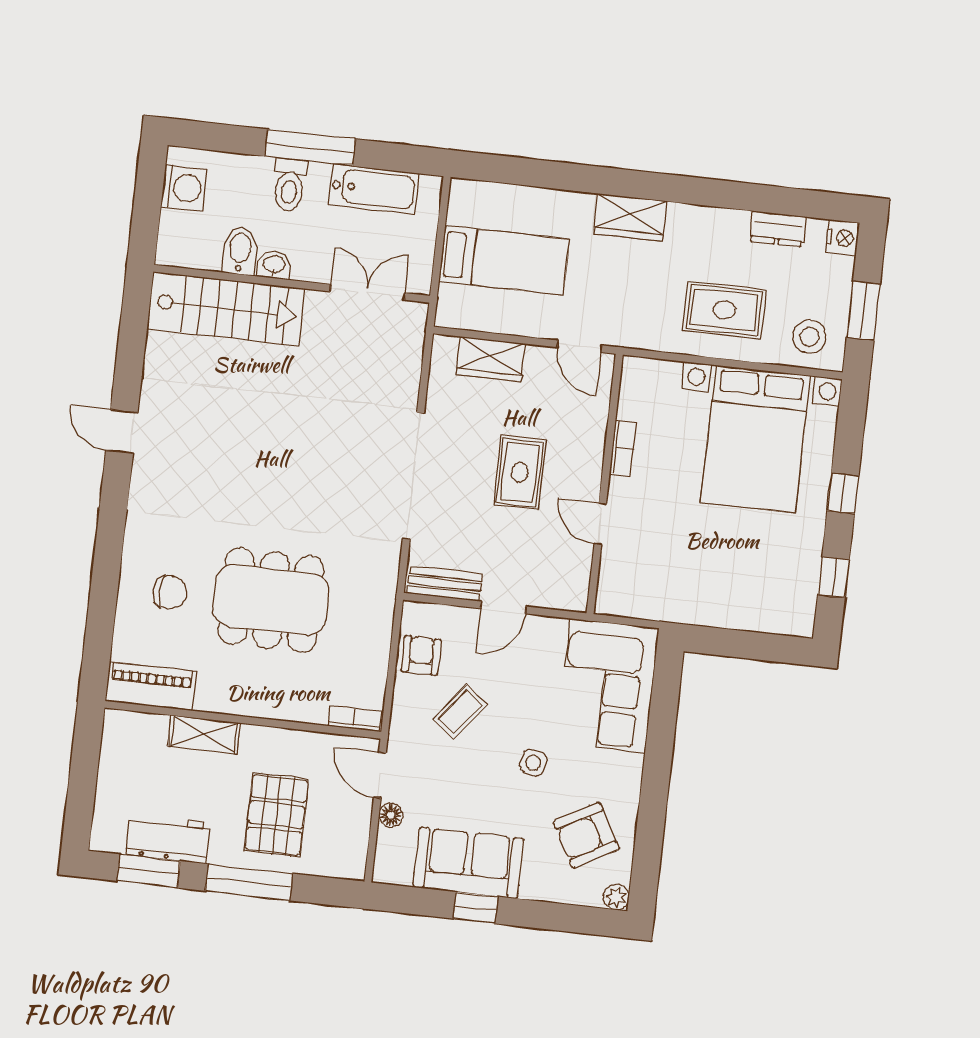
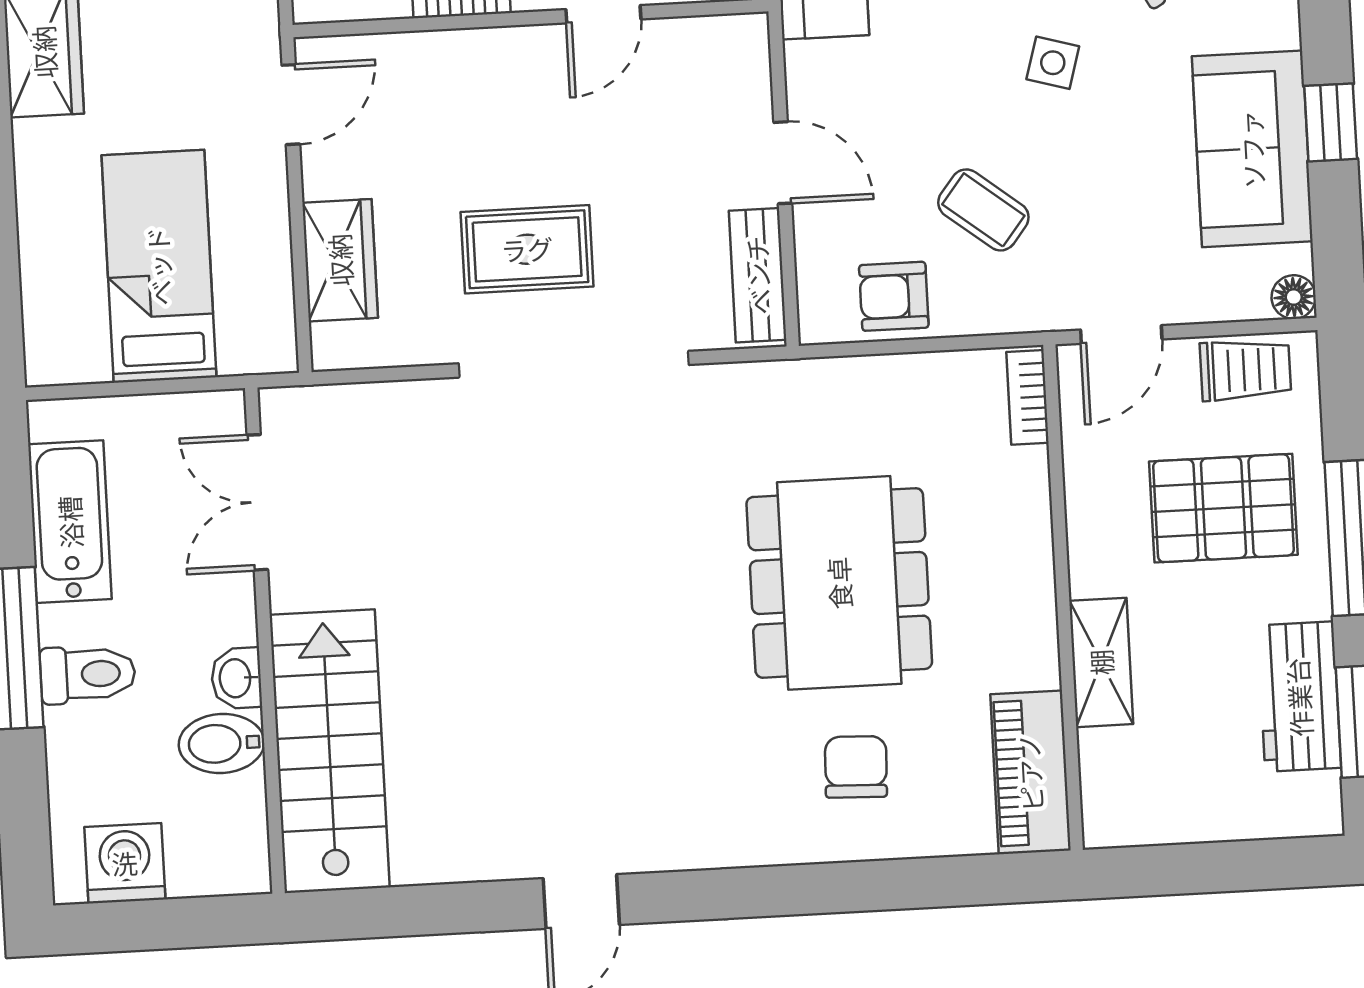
rug: (520, 472) -> (527, 249), moved
floor lamp: (391, 815) -> (1294, 297), moved
trolley: (349, 839) -> (1245, 370), added

